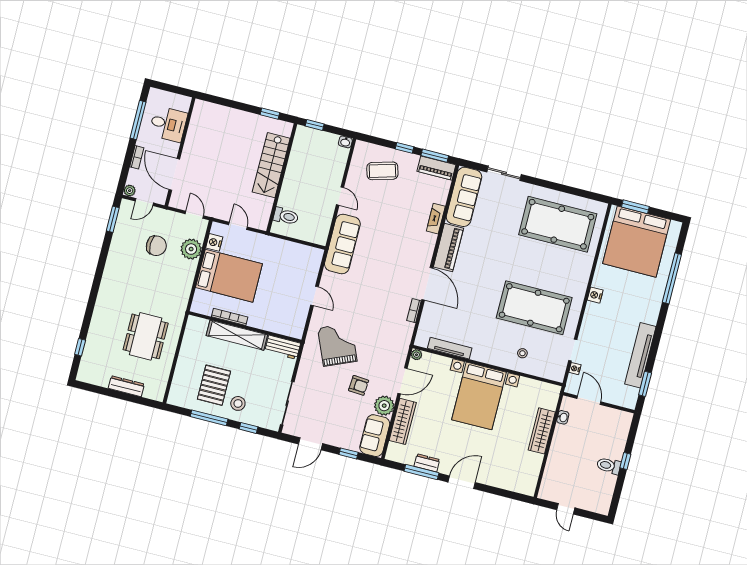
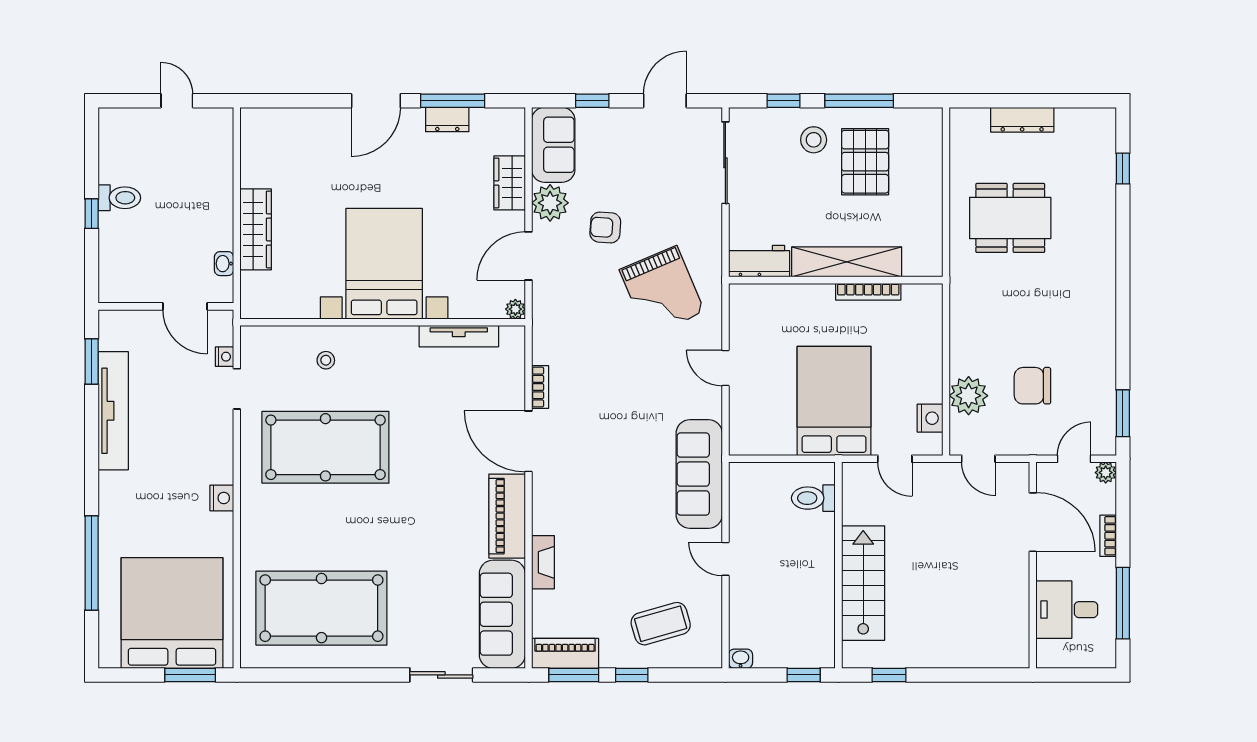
bed: (229, 276) -> (834, 401), moved, turned 90
dining table: (146, 336) -> (1010, 218), turned 90
wardrobe: (403, 421) -> (510, 183), width x0.67

